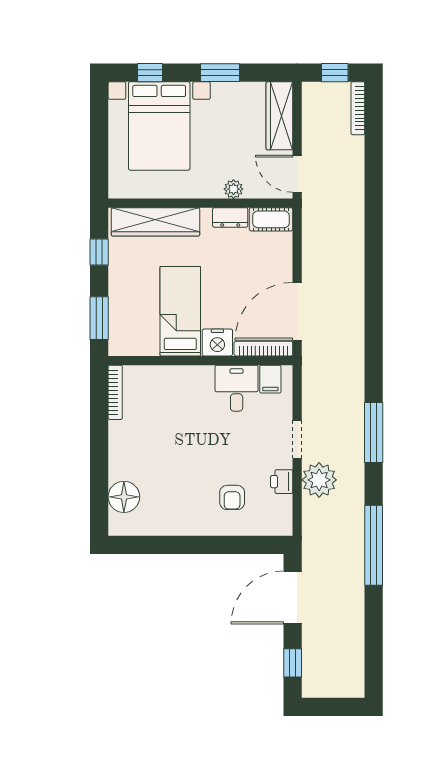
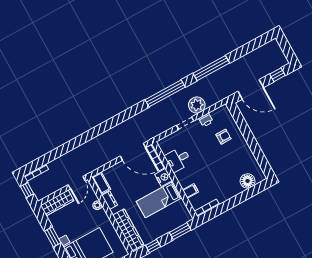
filing cabinet: (270, 379) -> (190, 191), moved
window: (374, 432) -> (165, 93), width x1.46

